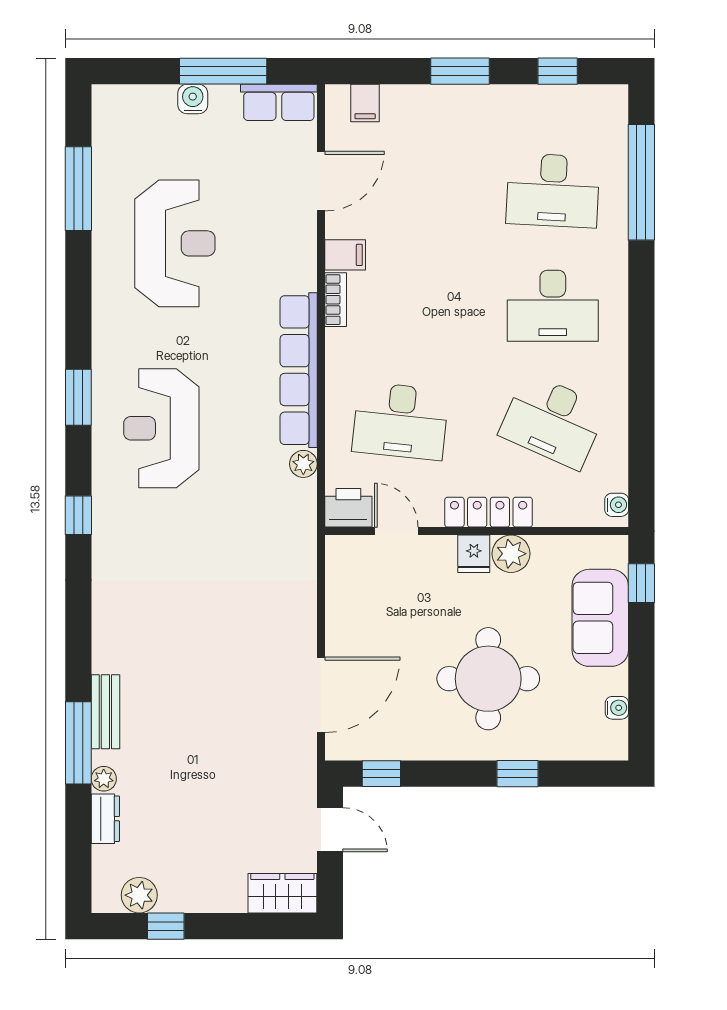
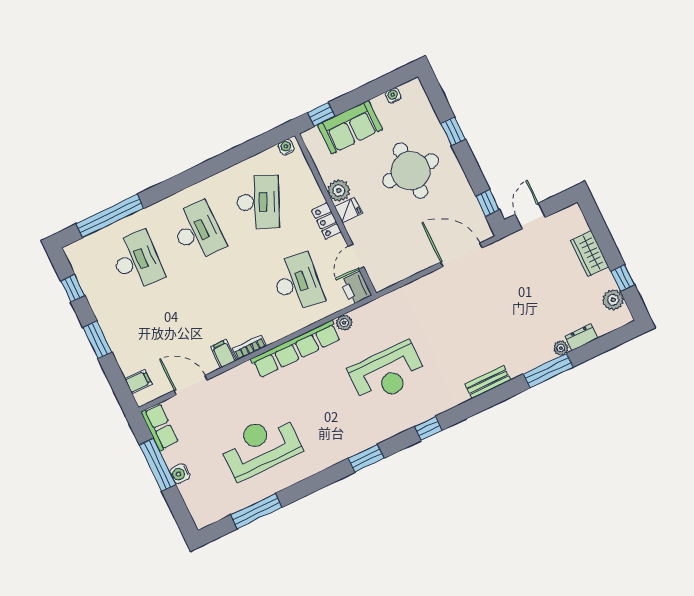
reception desk: (161, 428) -> (387, 373), moved
locker: (489, 512) -> (327, 221), width x0.66
bench: (105, 712) -> (488, 382), moved
wardrobe: (282, 893) -> (590, 254), moved

